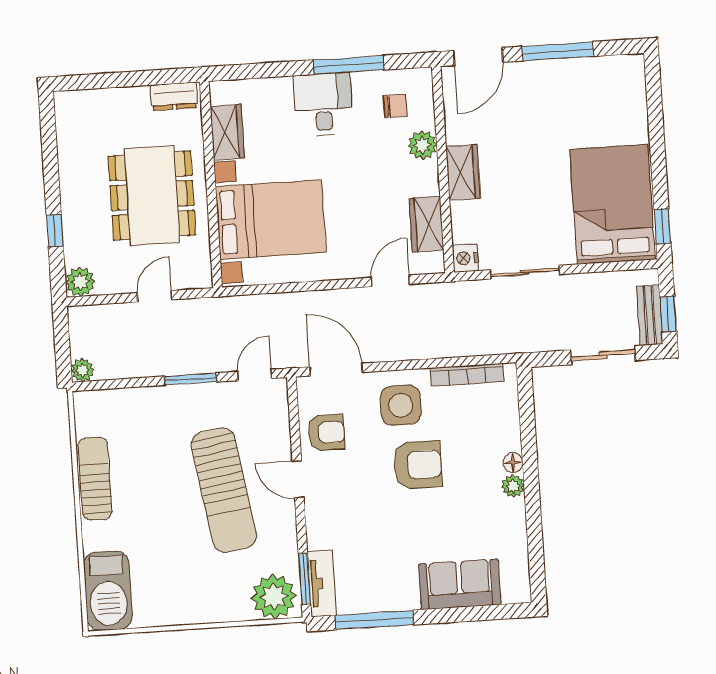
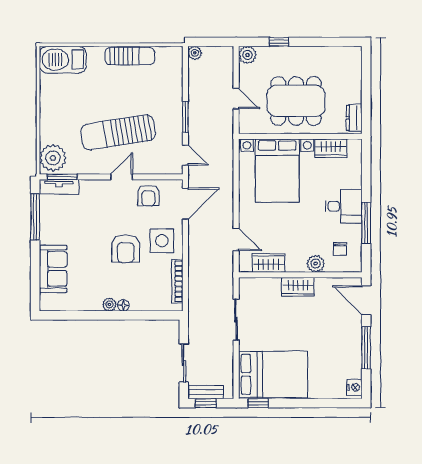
nightstand: (465, 258) -> (354, 387), moved, turned 90

